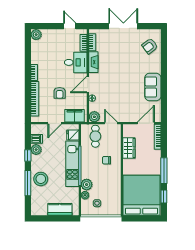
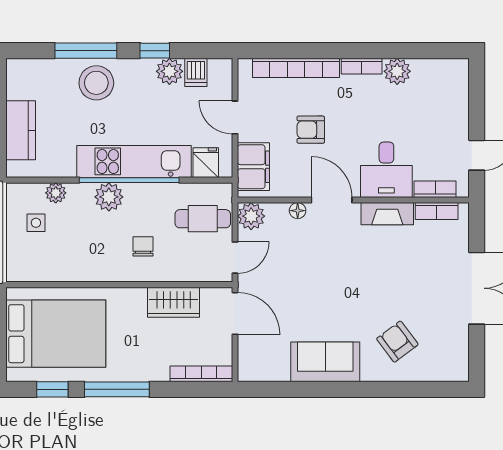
plant: (36, 35) -> (397, 71), moved
armchair: (150, 46) -> (397, 342), moved
door: (146, 123) -> (235, 313), moved
plant: (87, 185) -> (109, 197), moved
bed: (142, 195) -> (56, 334), width x0.73

